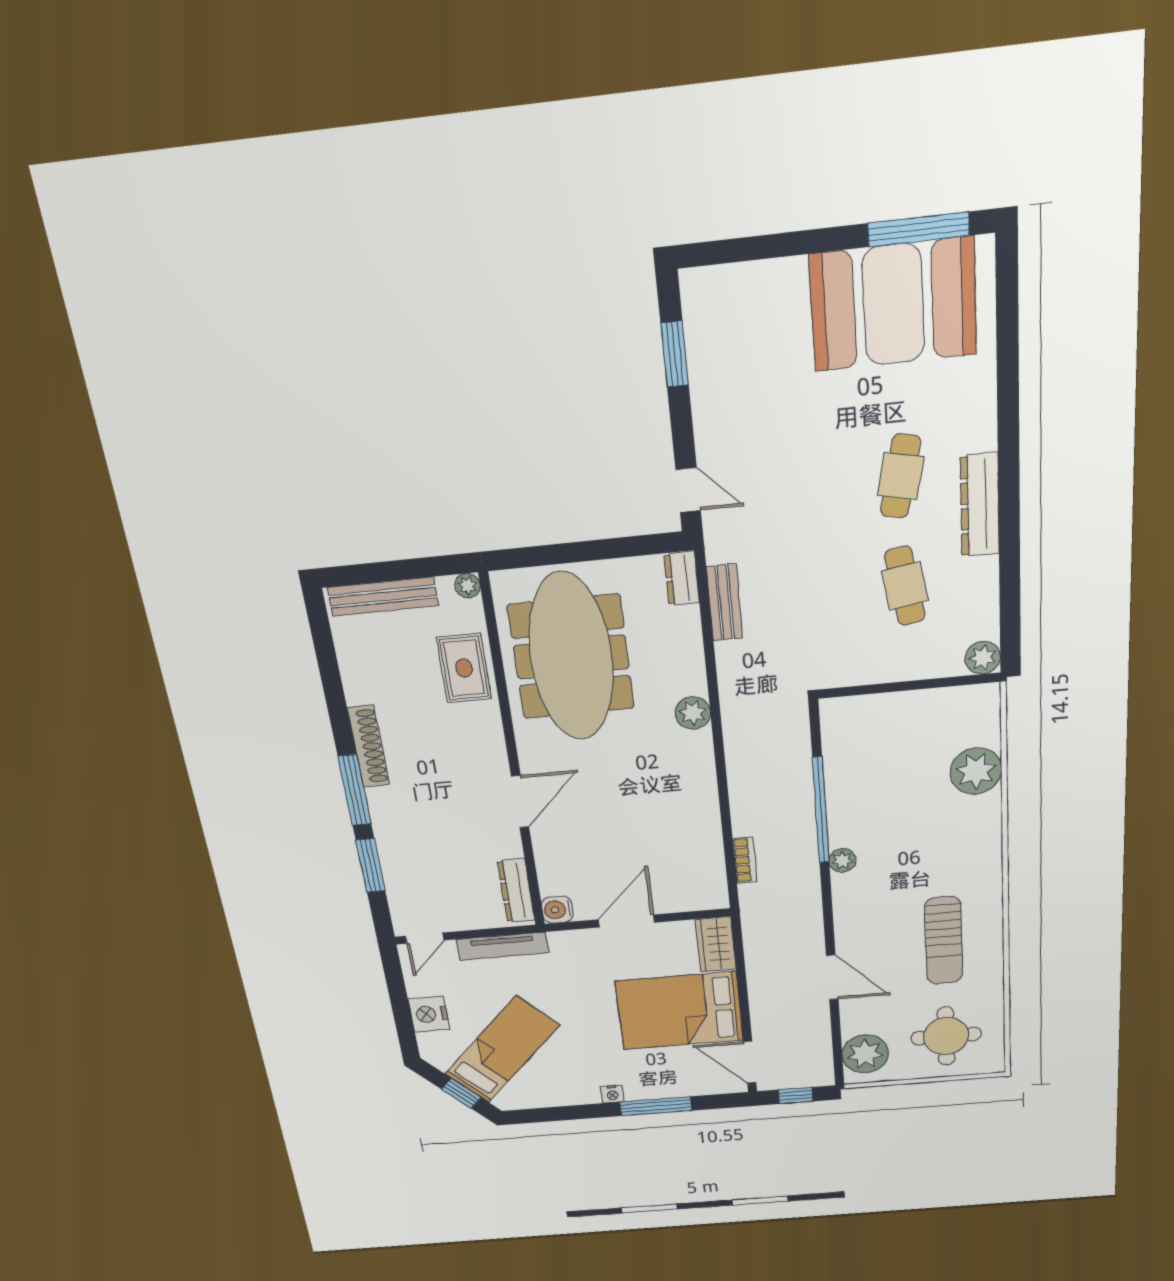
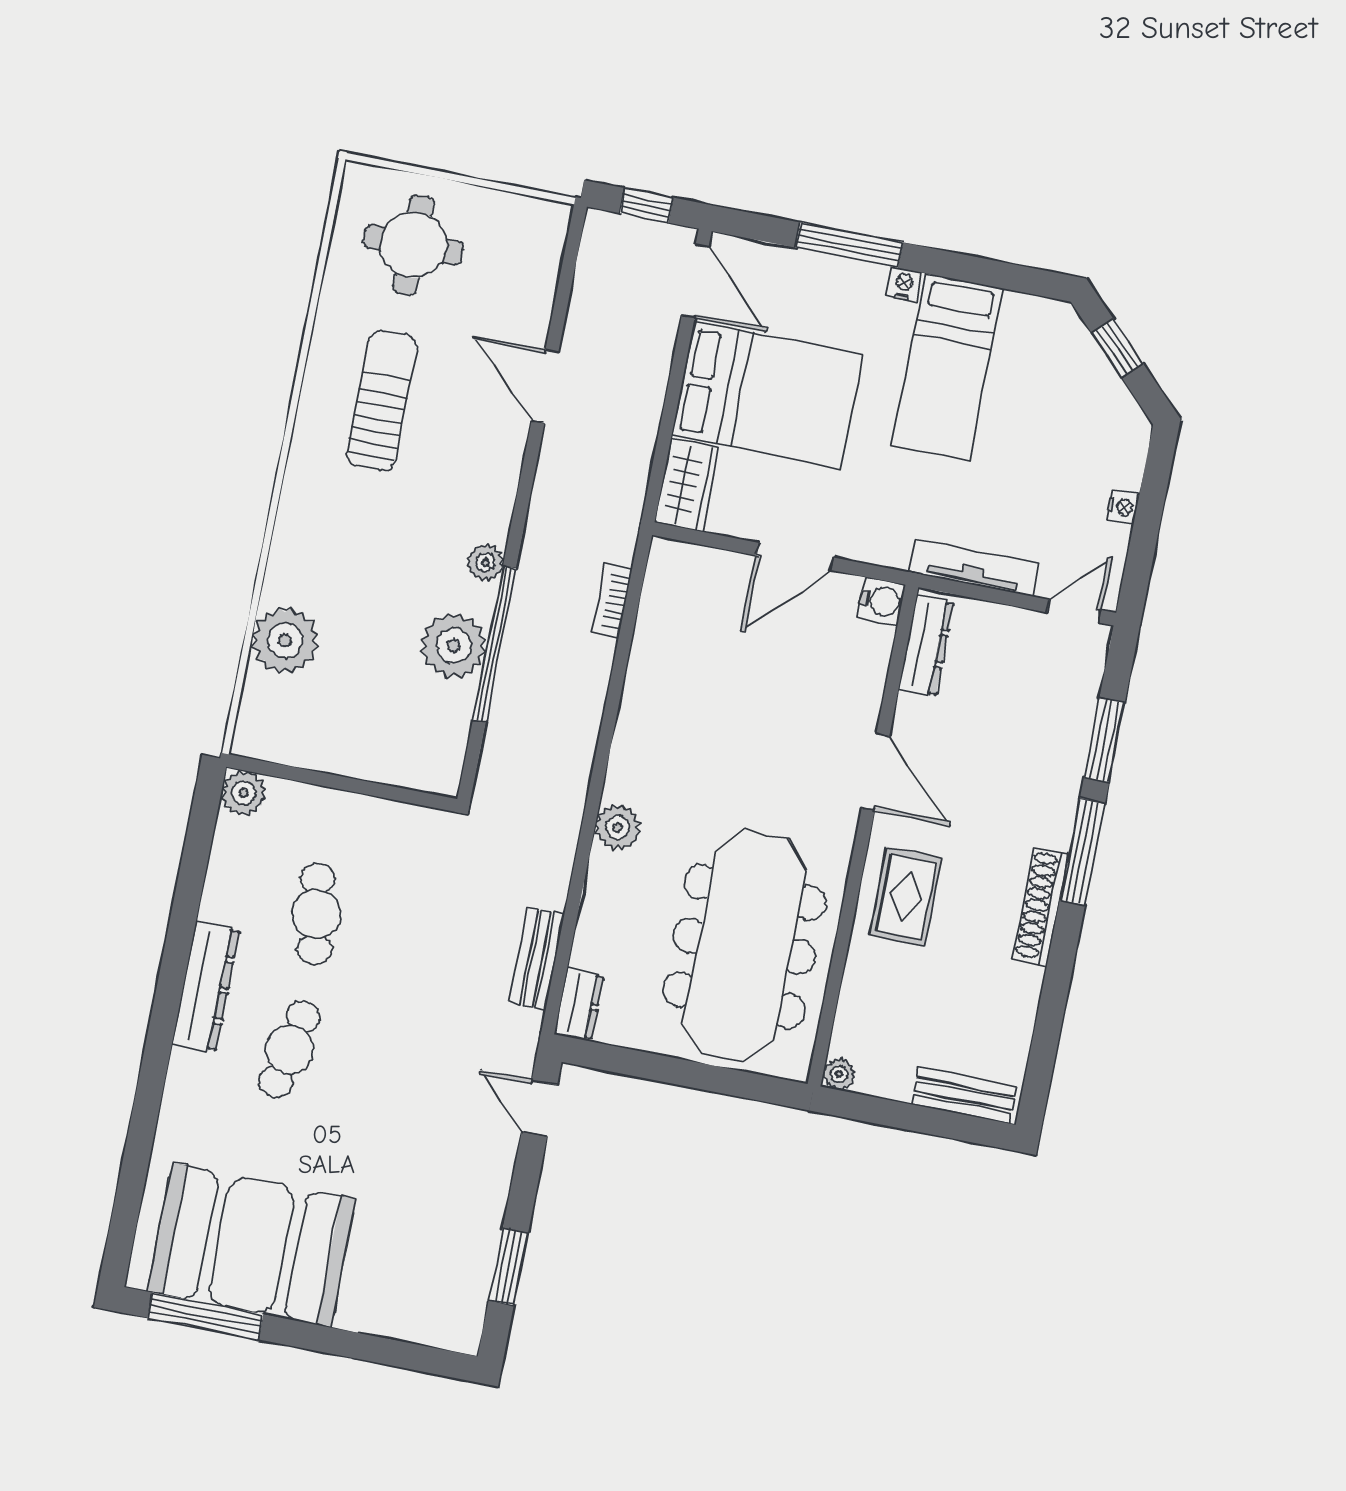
bench: (383, 597) -> (964, 1095), width x0.73
rug: (464, 668) -> (906, 896), moved
door: (520, 802) -> (875, 772), swing flipped
nightstand: (429, 1014) -> (1122, 507), width x0.53, depth x0.56
bed: (502, 1050) -> (948, 367), moved, turned -45
plant: (865, 1054) -> (454, 646), moved

